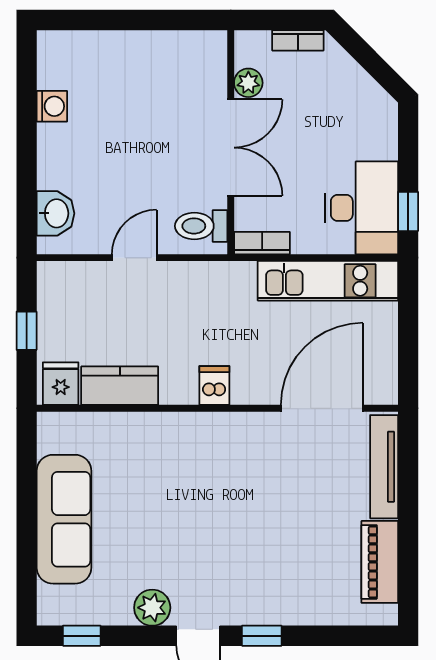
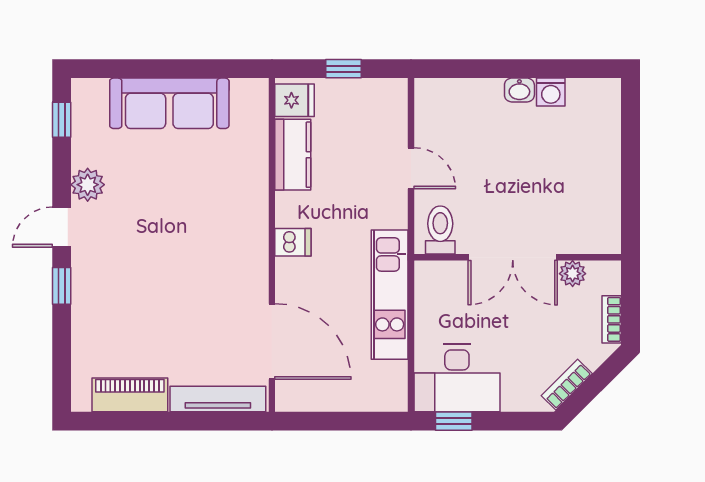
washbasin: (55, 213) -> (519, 90), moved, width x0.72, depth x0.69
bookcase: (262, 243) -> (567, 385), moved, turned -135
kitchen unit: (328, 281) -> (390, 295), moved

